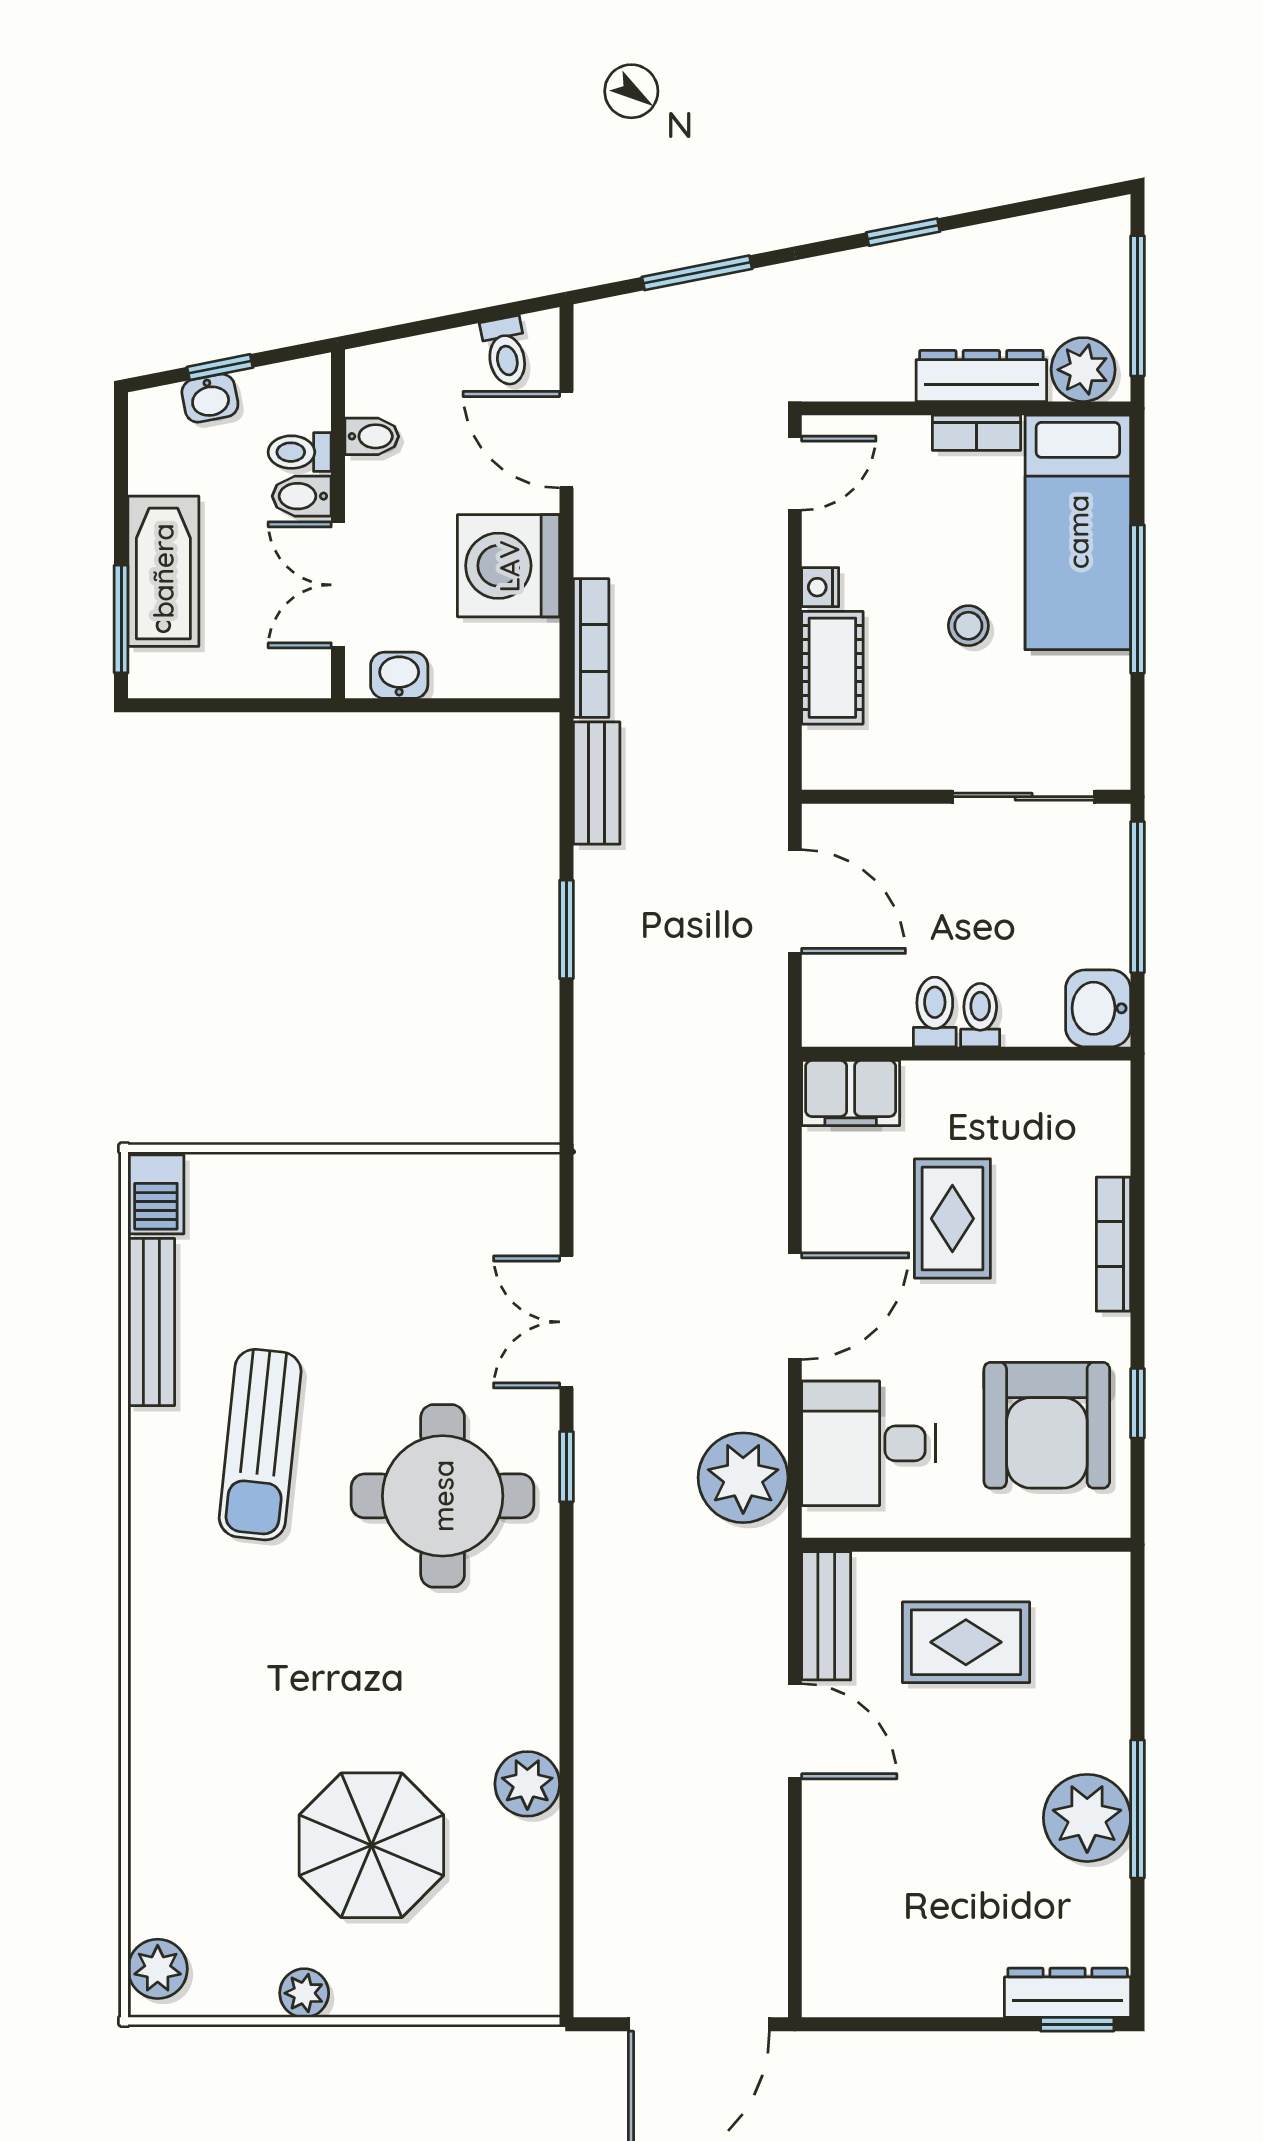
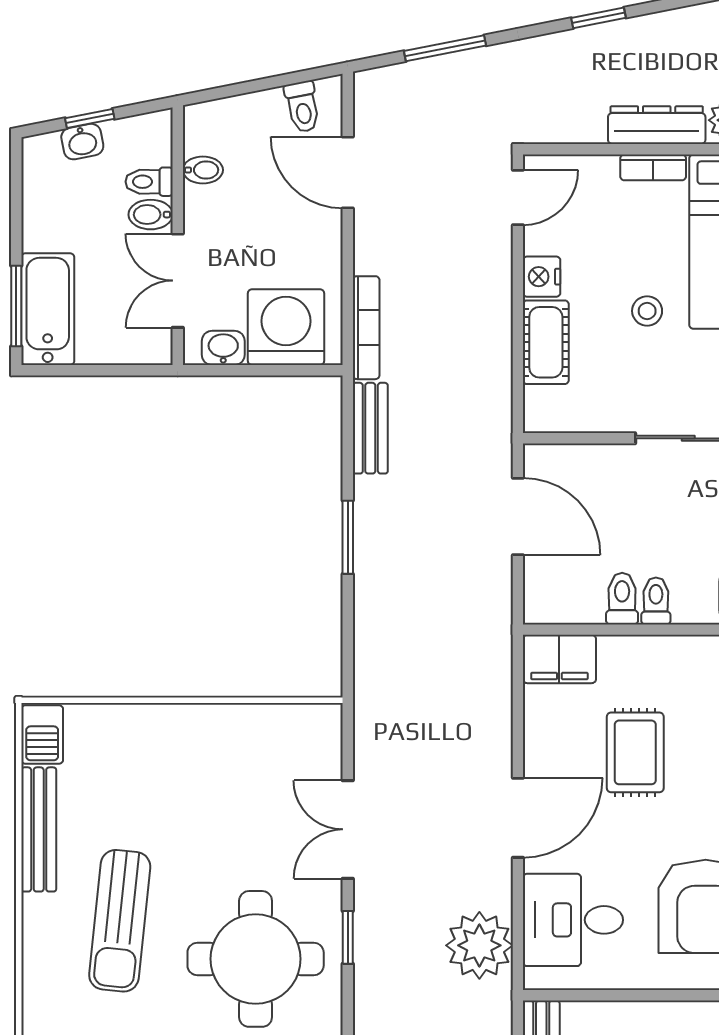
washing machine: (509, 566) -> (286, 327), moved, turned 90
bathtub: (163, 571) -> (48, 309), moved
nightstand: (820, 587) -> (542, 277), width x1.39, depth x1.35

